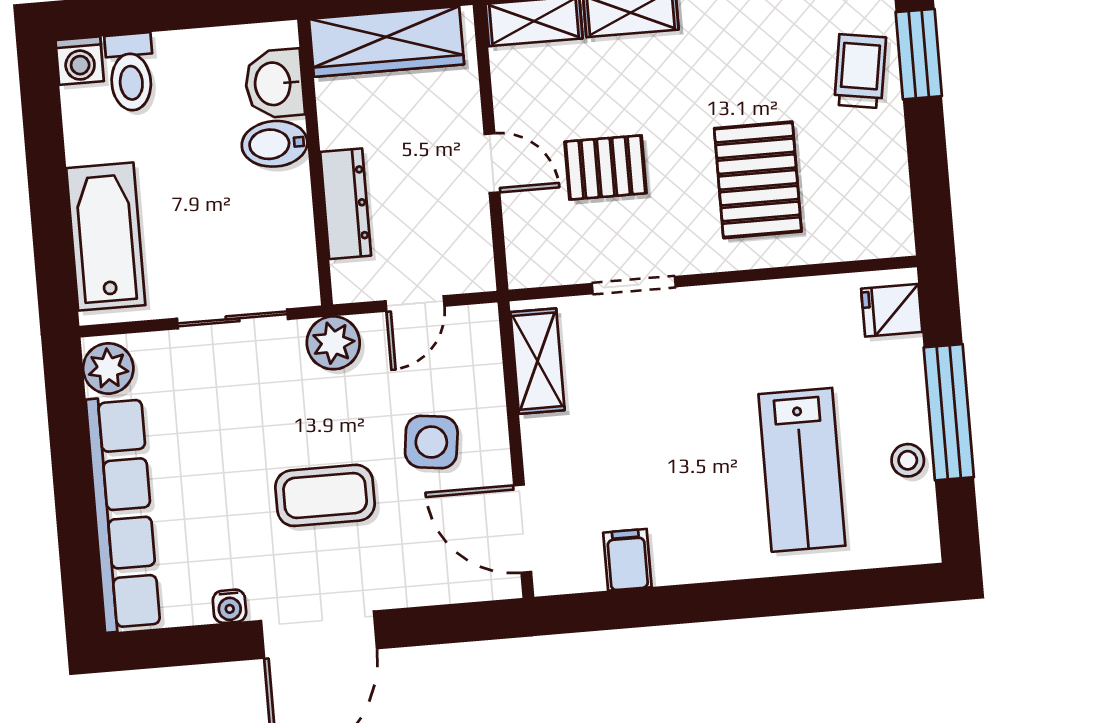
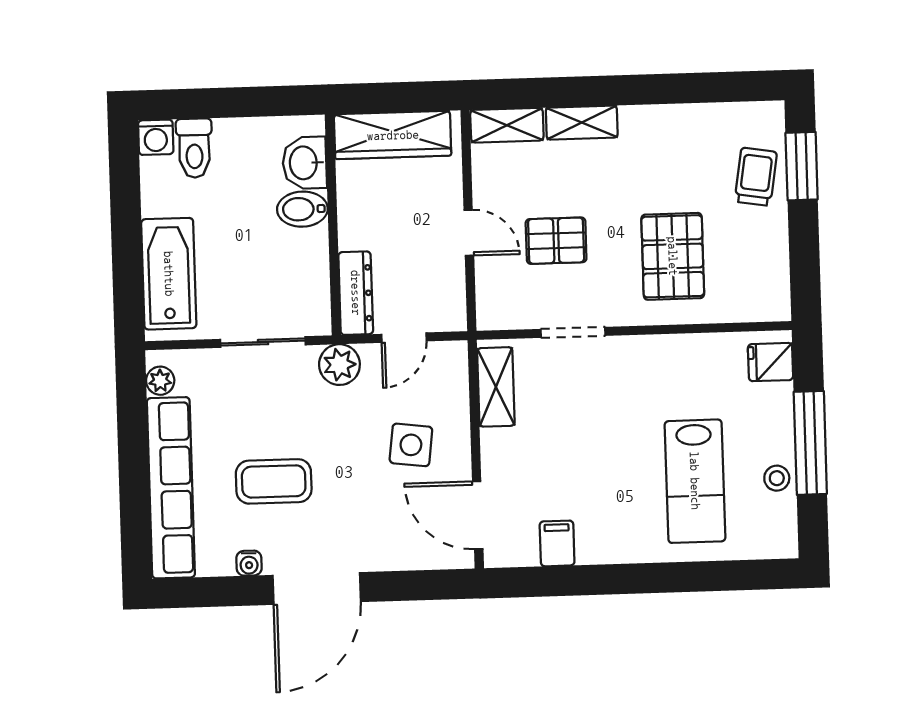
dresser: (346, 204) -> (356, 293), moved
plant: (108, 368) -> (160, 381), width x0.73, depth x0.73
coffee table: (325, 495) -> (274, 481), moved

